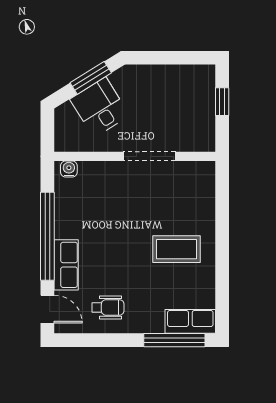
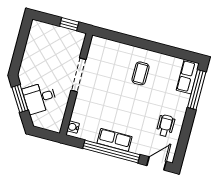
window: (222, 102) -> (69, 24), moved
coffee table: (176, 249) -> (140, 73), width x0.73, depth x0.77
row of seats: (66, 265) -> (115, 140), moved

